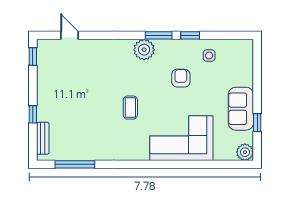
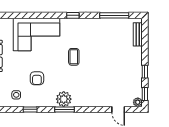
window: (159, 35) -> (64, 109), moved
plant: (43, 45) -> (138, 102), added
window: (33, 114) -> (145, 72), moved
window: (132, 164) -> (73, 15), added

